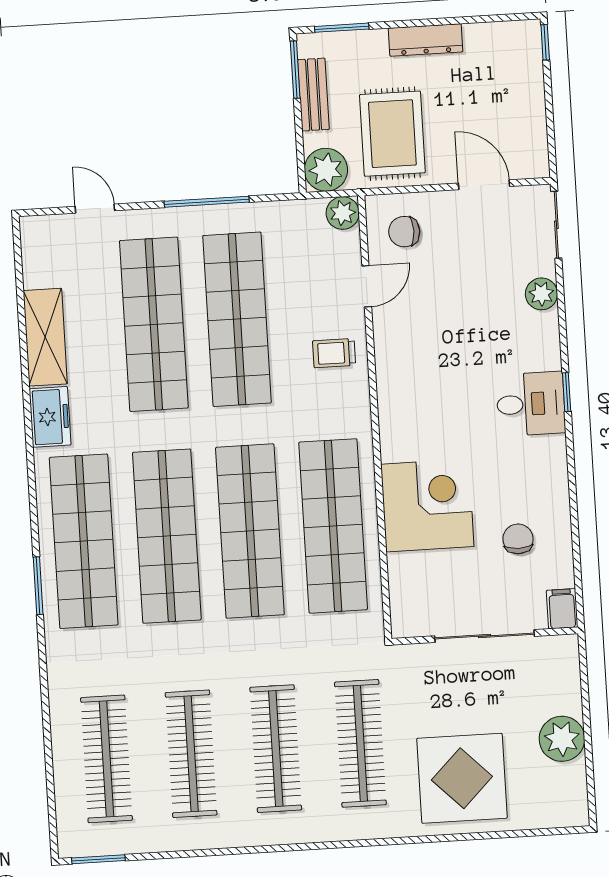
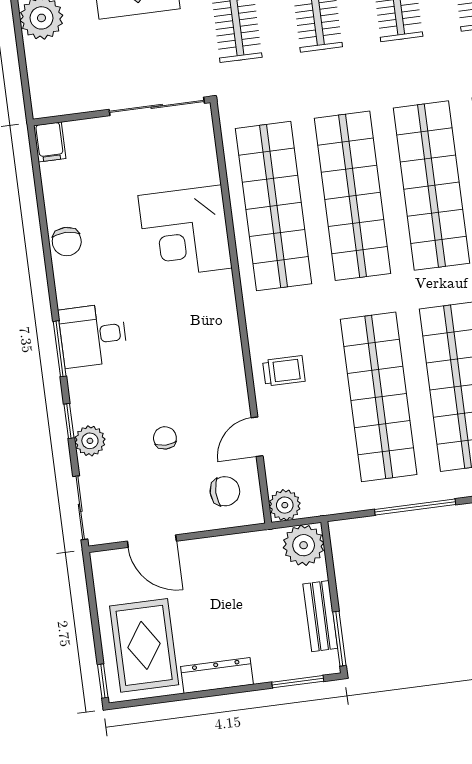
rug: (392, 134) -> (144, 645), moved
chair: (463, 292) -> (165, 438), added
window: (562, 316) -> (69, 421), added
window: (567, 392) -> (60, 349), width x1.50
chair: (518, 539) -> (67, 242), moved
sliding door: (485, 636) -> (157, 106), moved

